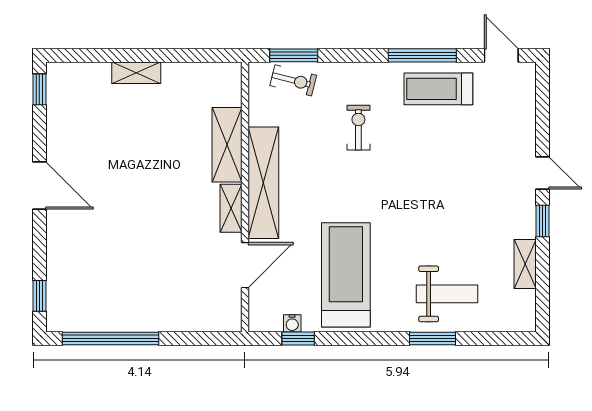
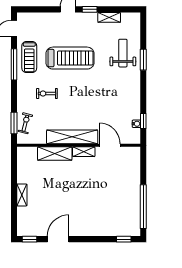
door: (39, 186) -> (58, 239), moved
treadmill: (346, 275) -> (70, 58), moved, turned 180

